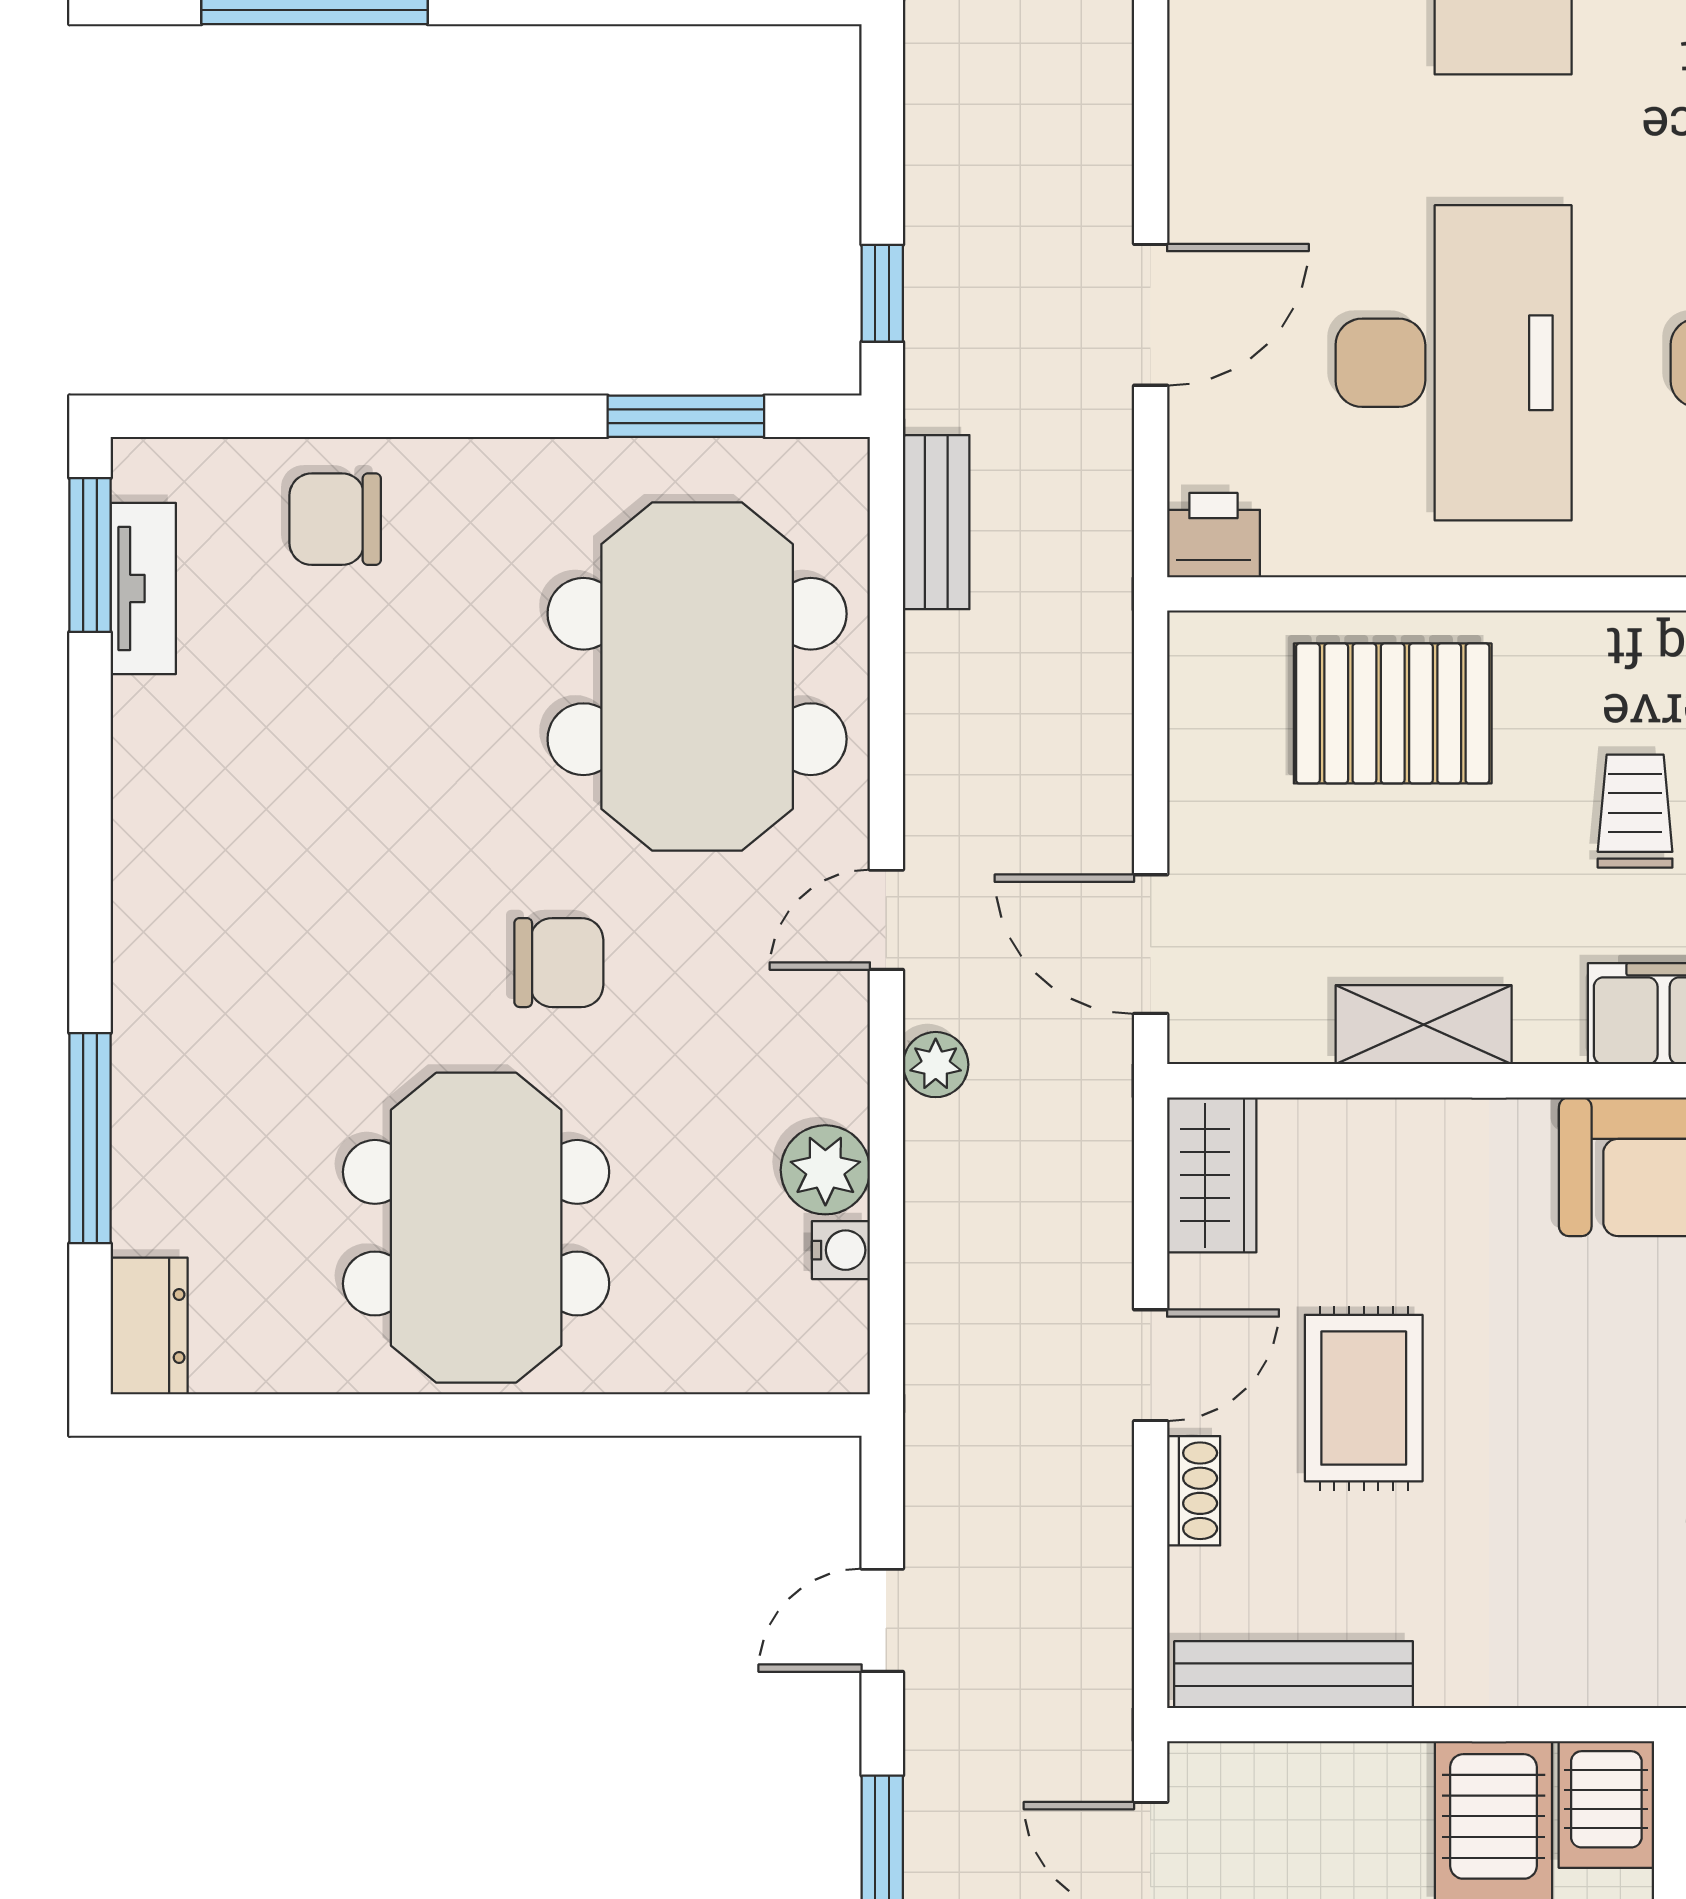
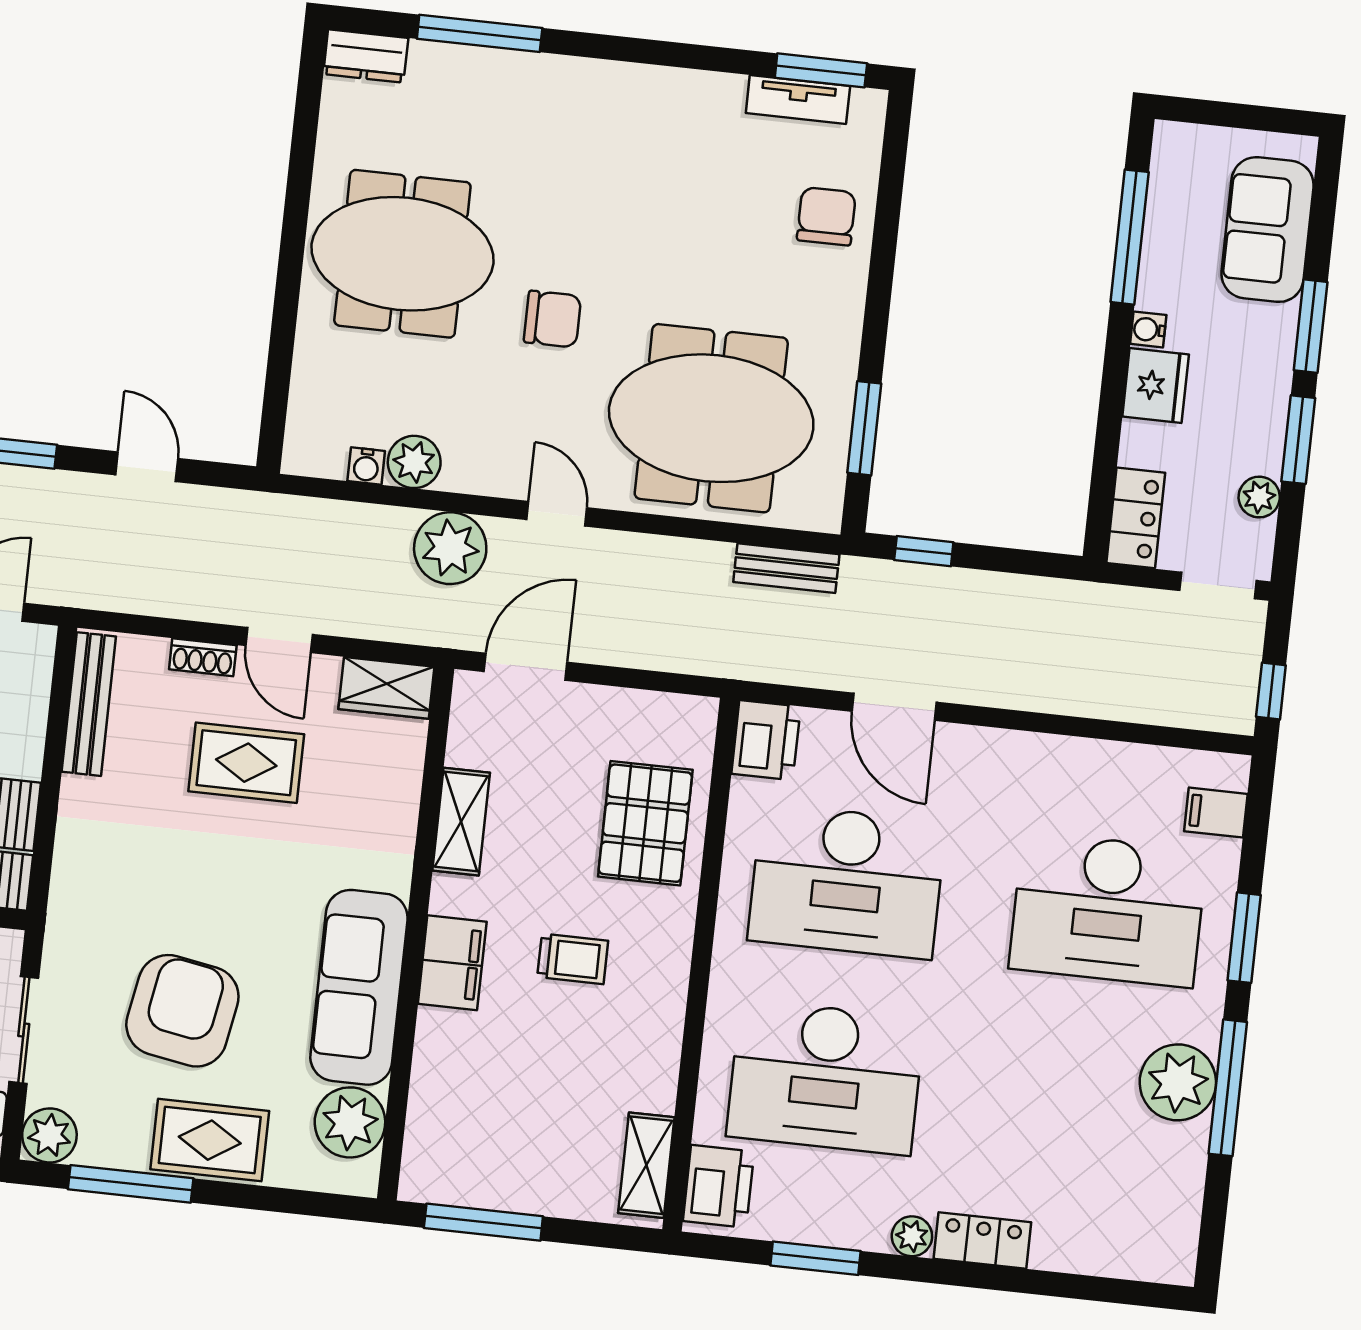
printer: (1213, 535) -> (766, 740), width x1.36, depth x1.24
chair: (559, 963) -> (552, 319), turned -90
plant: (936, 1065) -> (450, 548), width x1.88, depth x1.88

